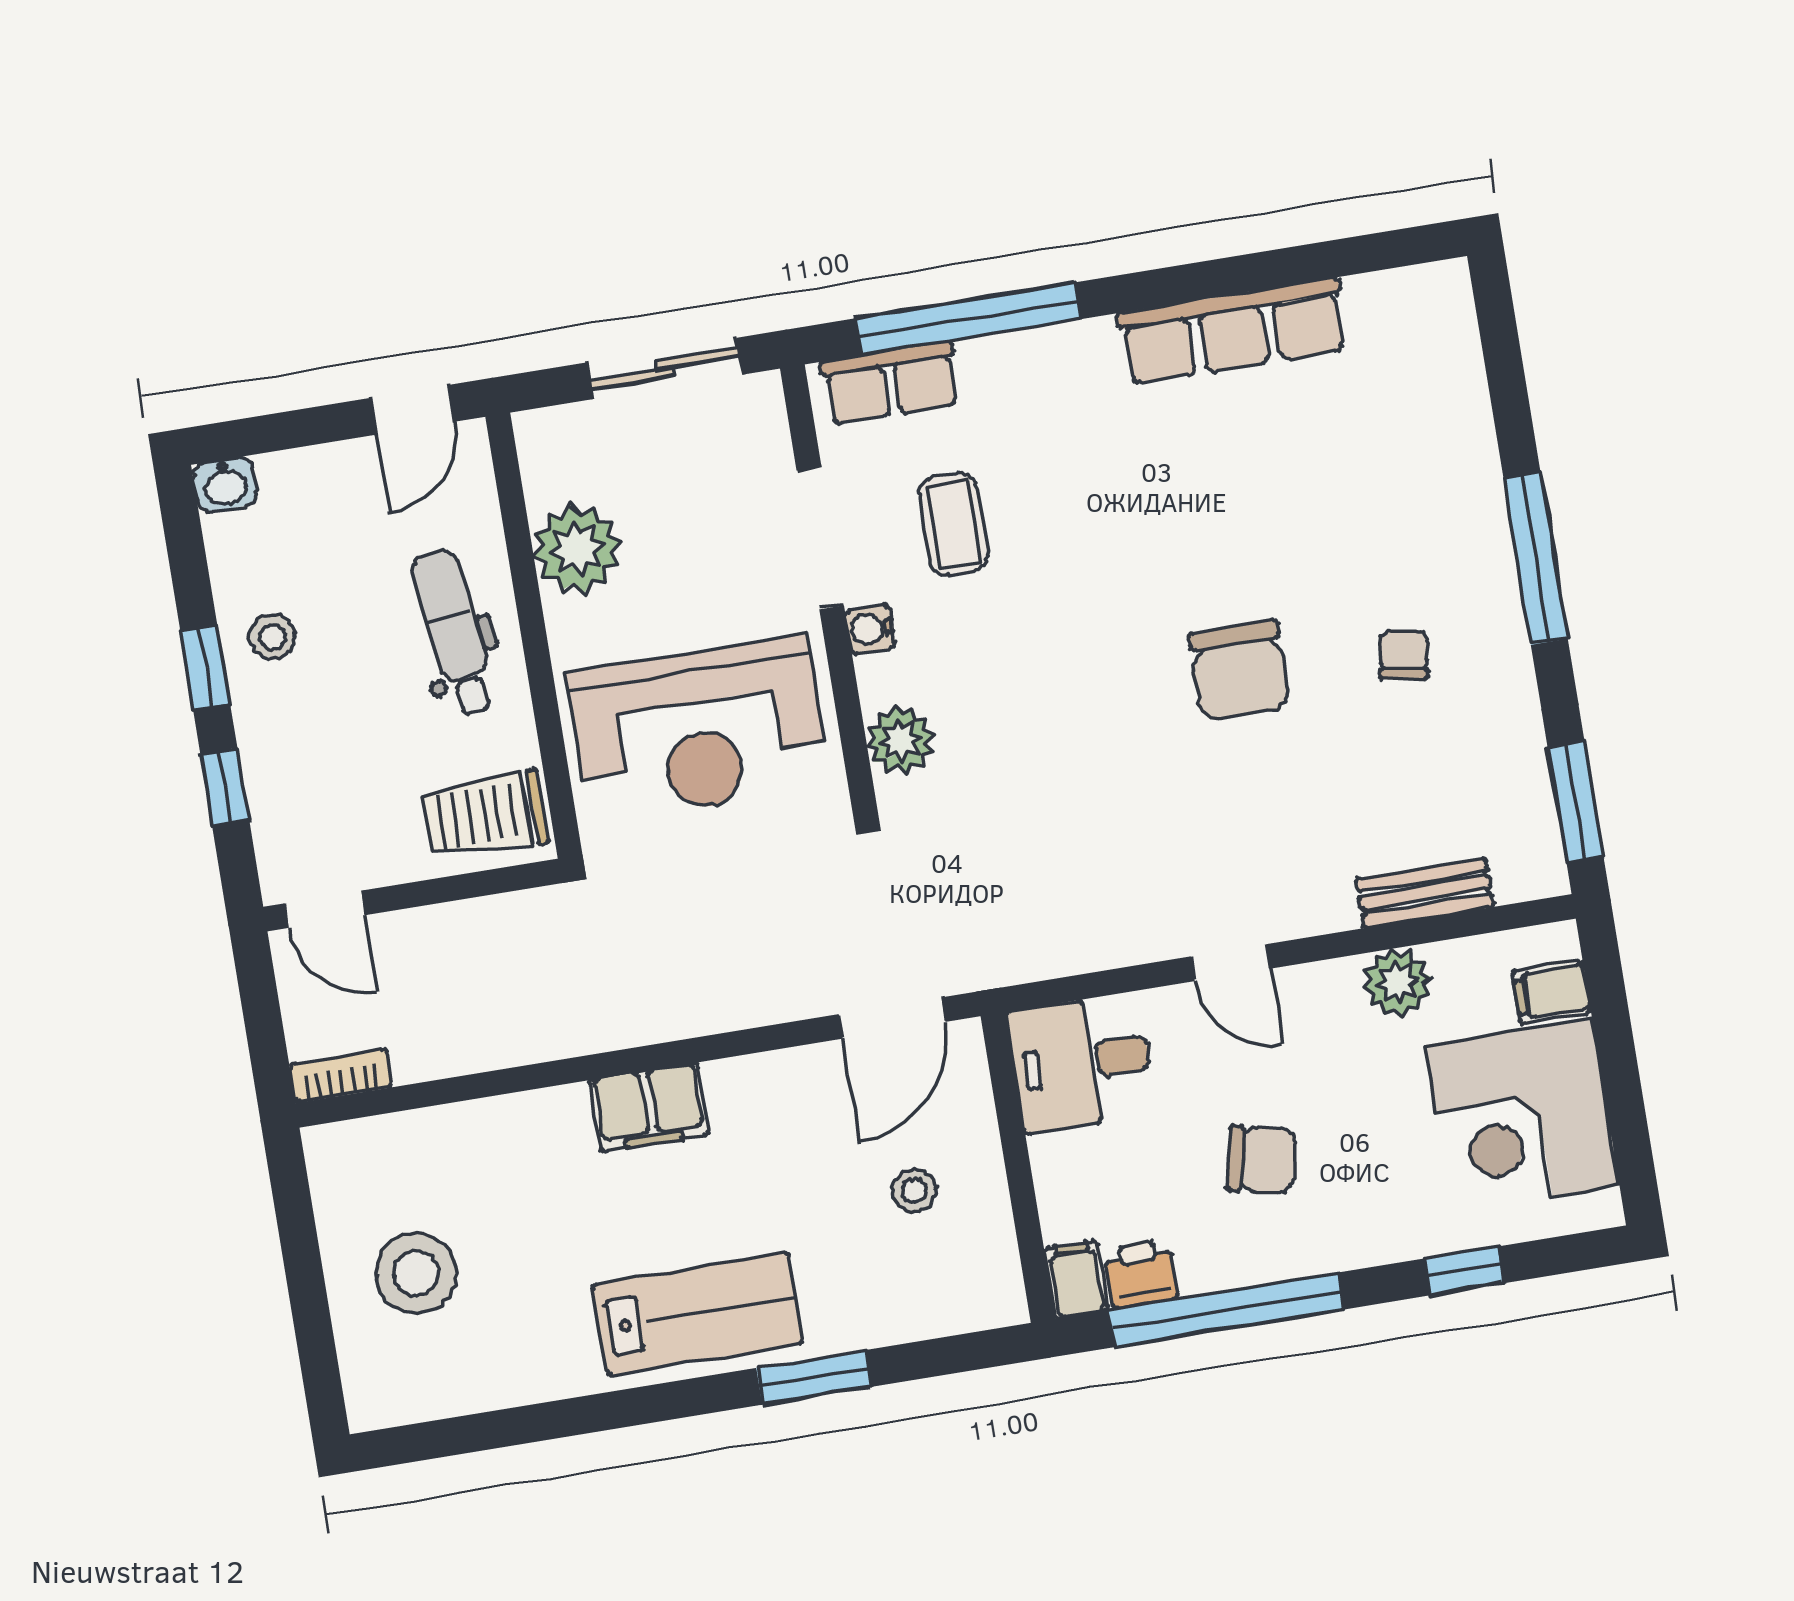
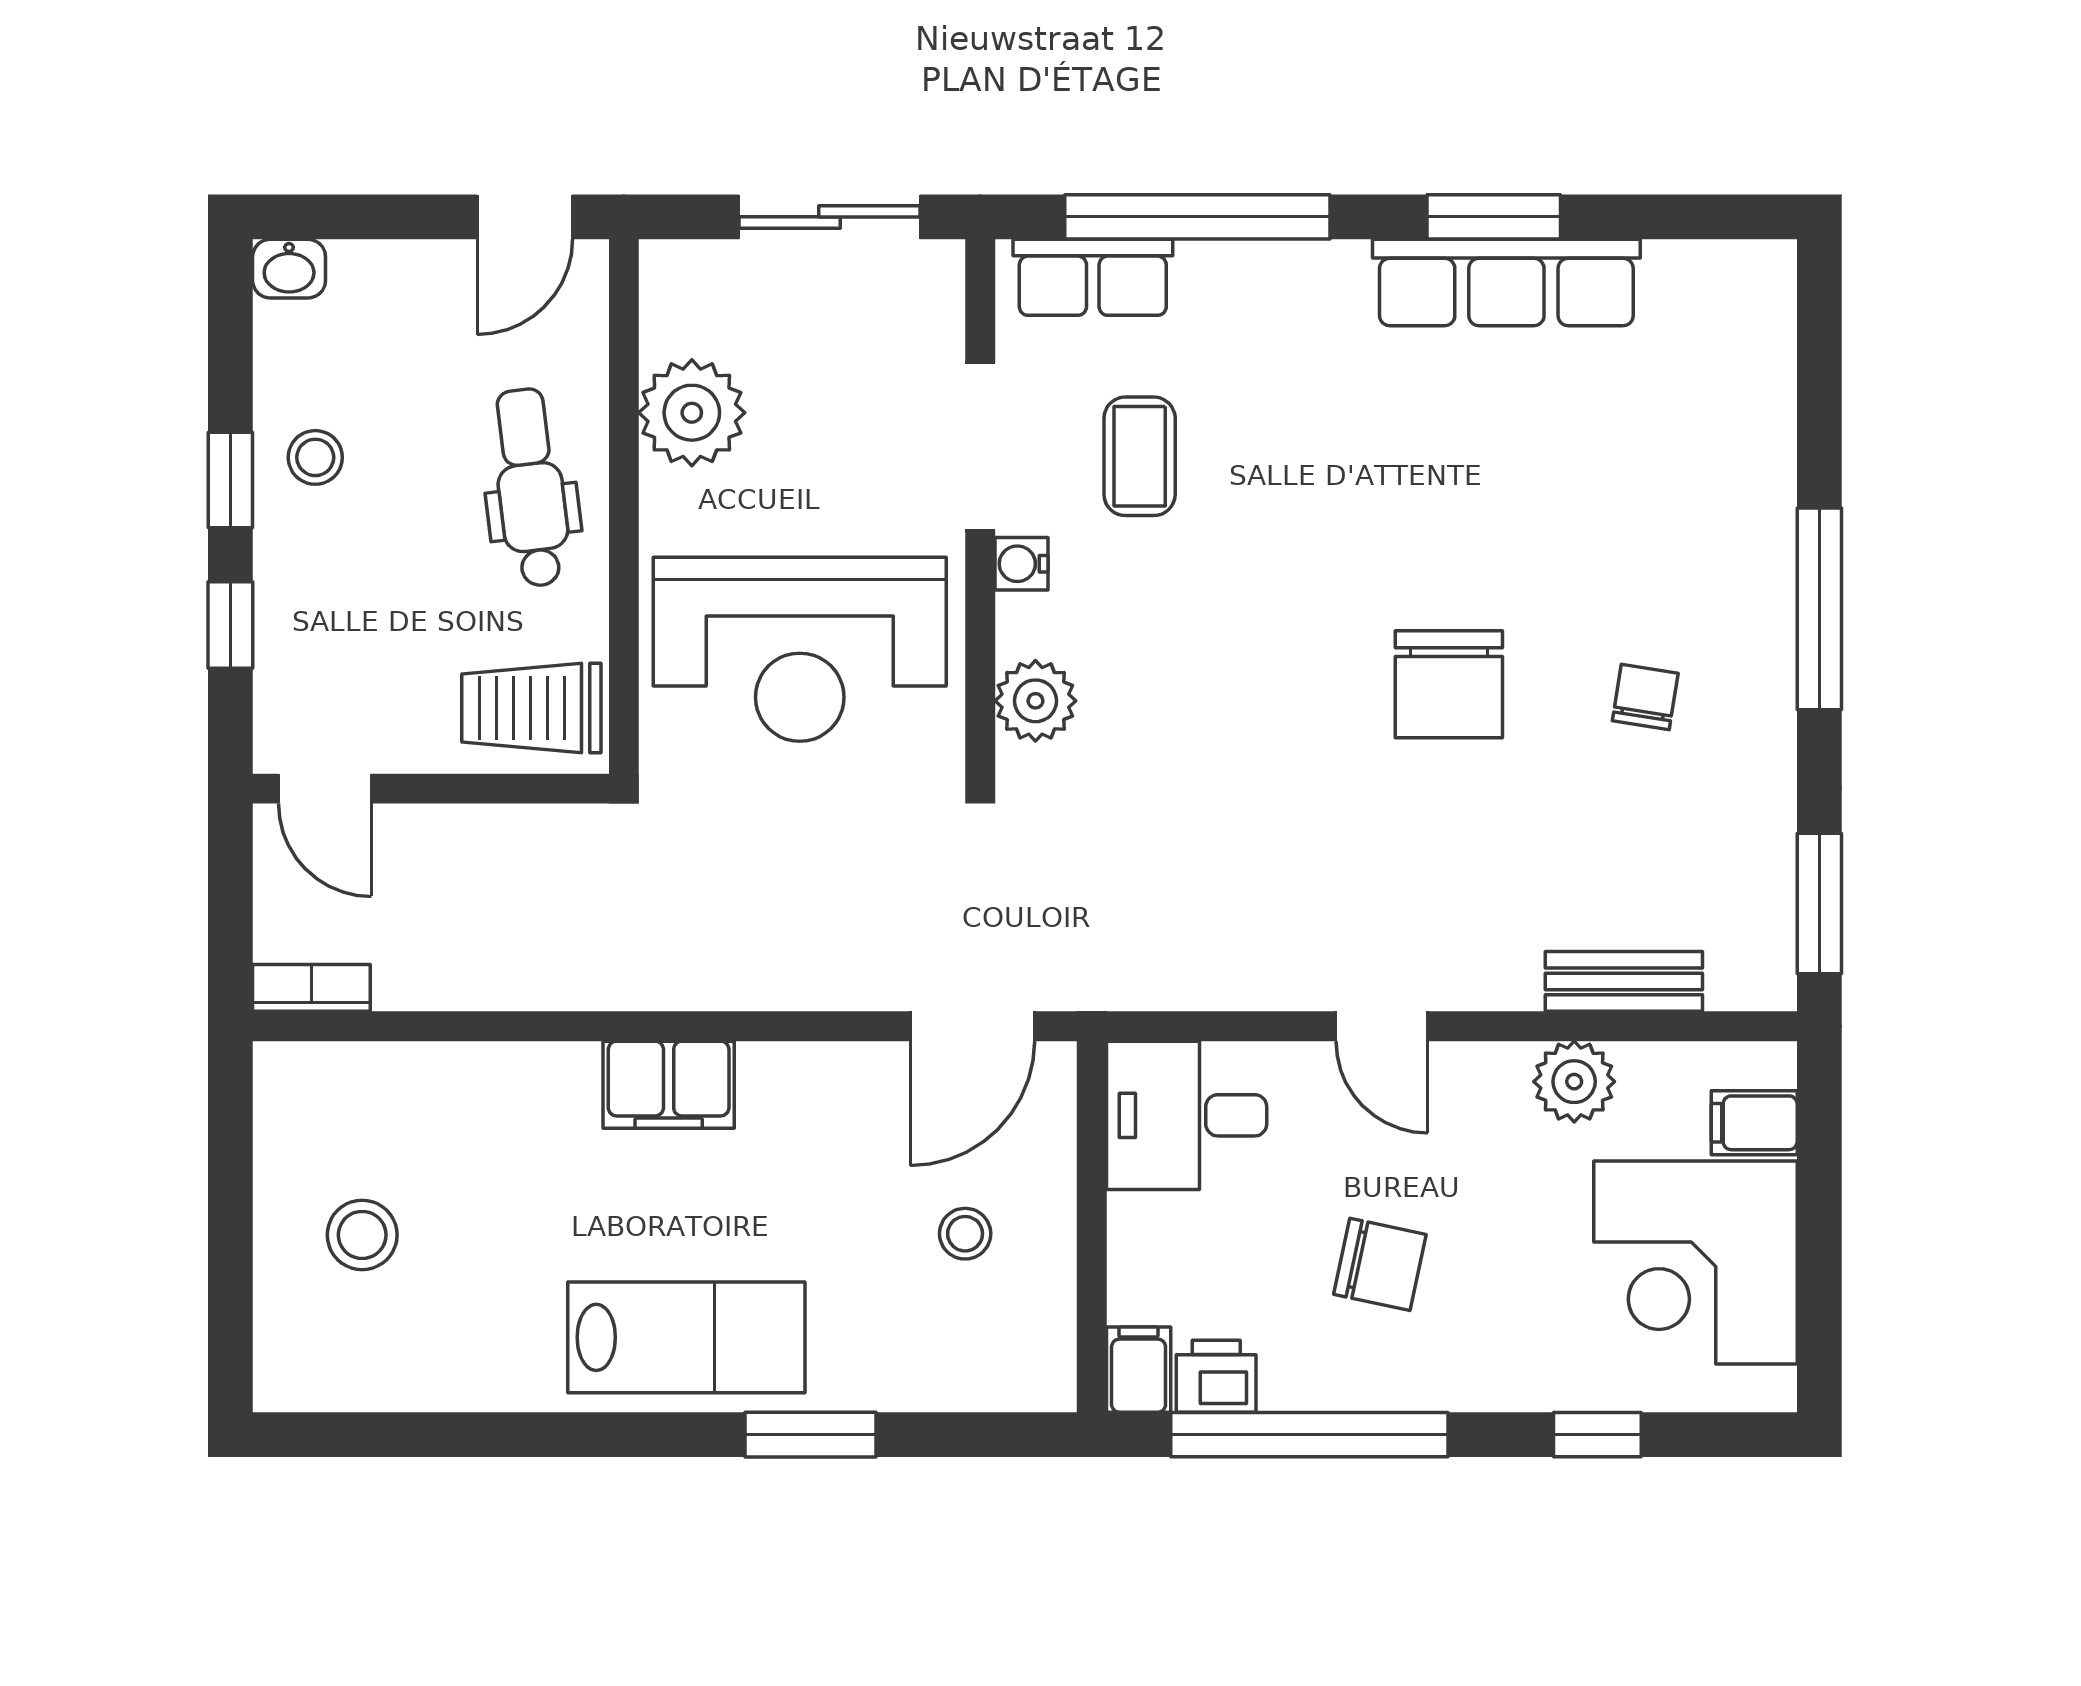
window: (1214, 279) -> (1494, 217), added
stool: (416, 1273) -> (362, 1235), width x0.73, depth x0.73

